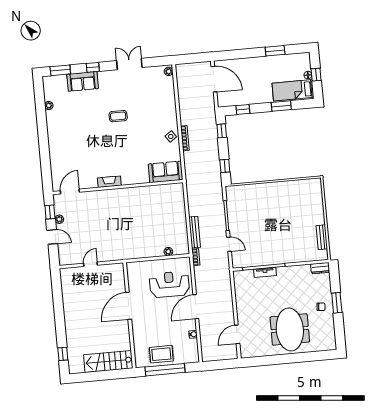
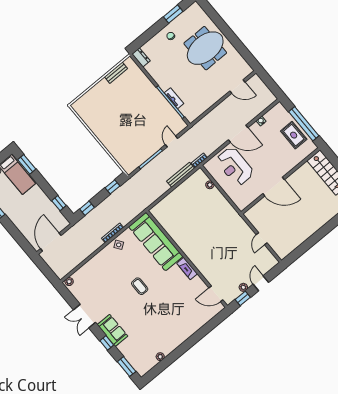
sofa: (83, 81) -> (112, 330), moved
window: (281, 106) -> (27, 164), moved
coffee table: (118, 116) -> (140, 286), moved
sofa: (166, 172) -> (156, 242), width x1.85, depth x1.27
door: (90, 264) -> (262, 239), hinge flipped
window: (337, 303) -> (173, 14), moved

